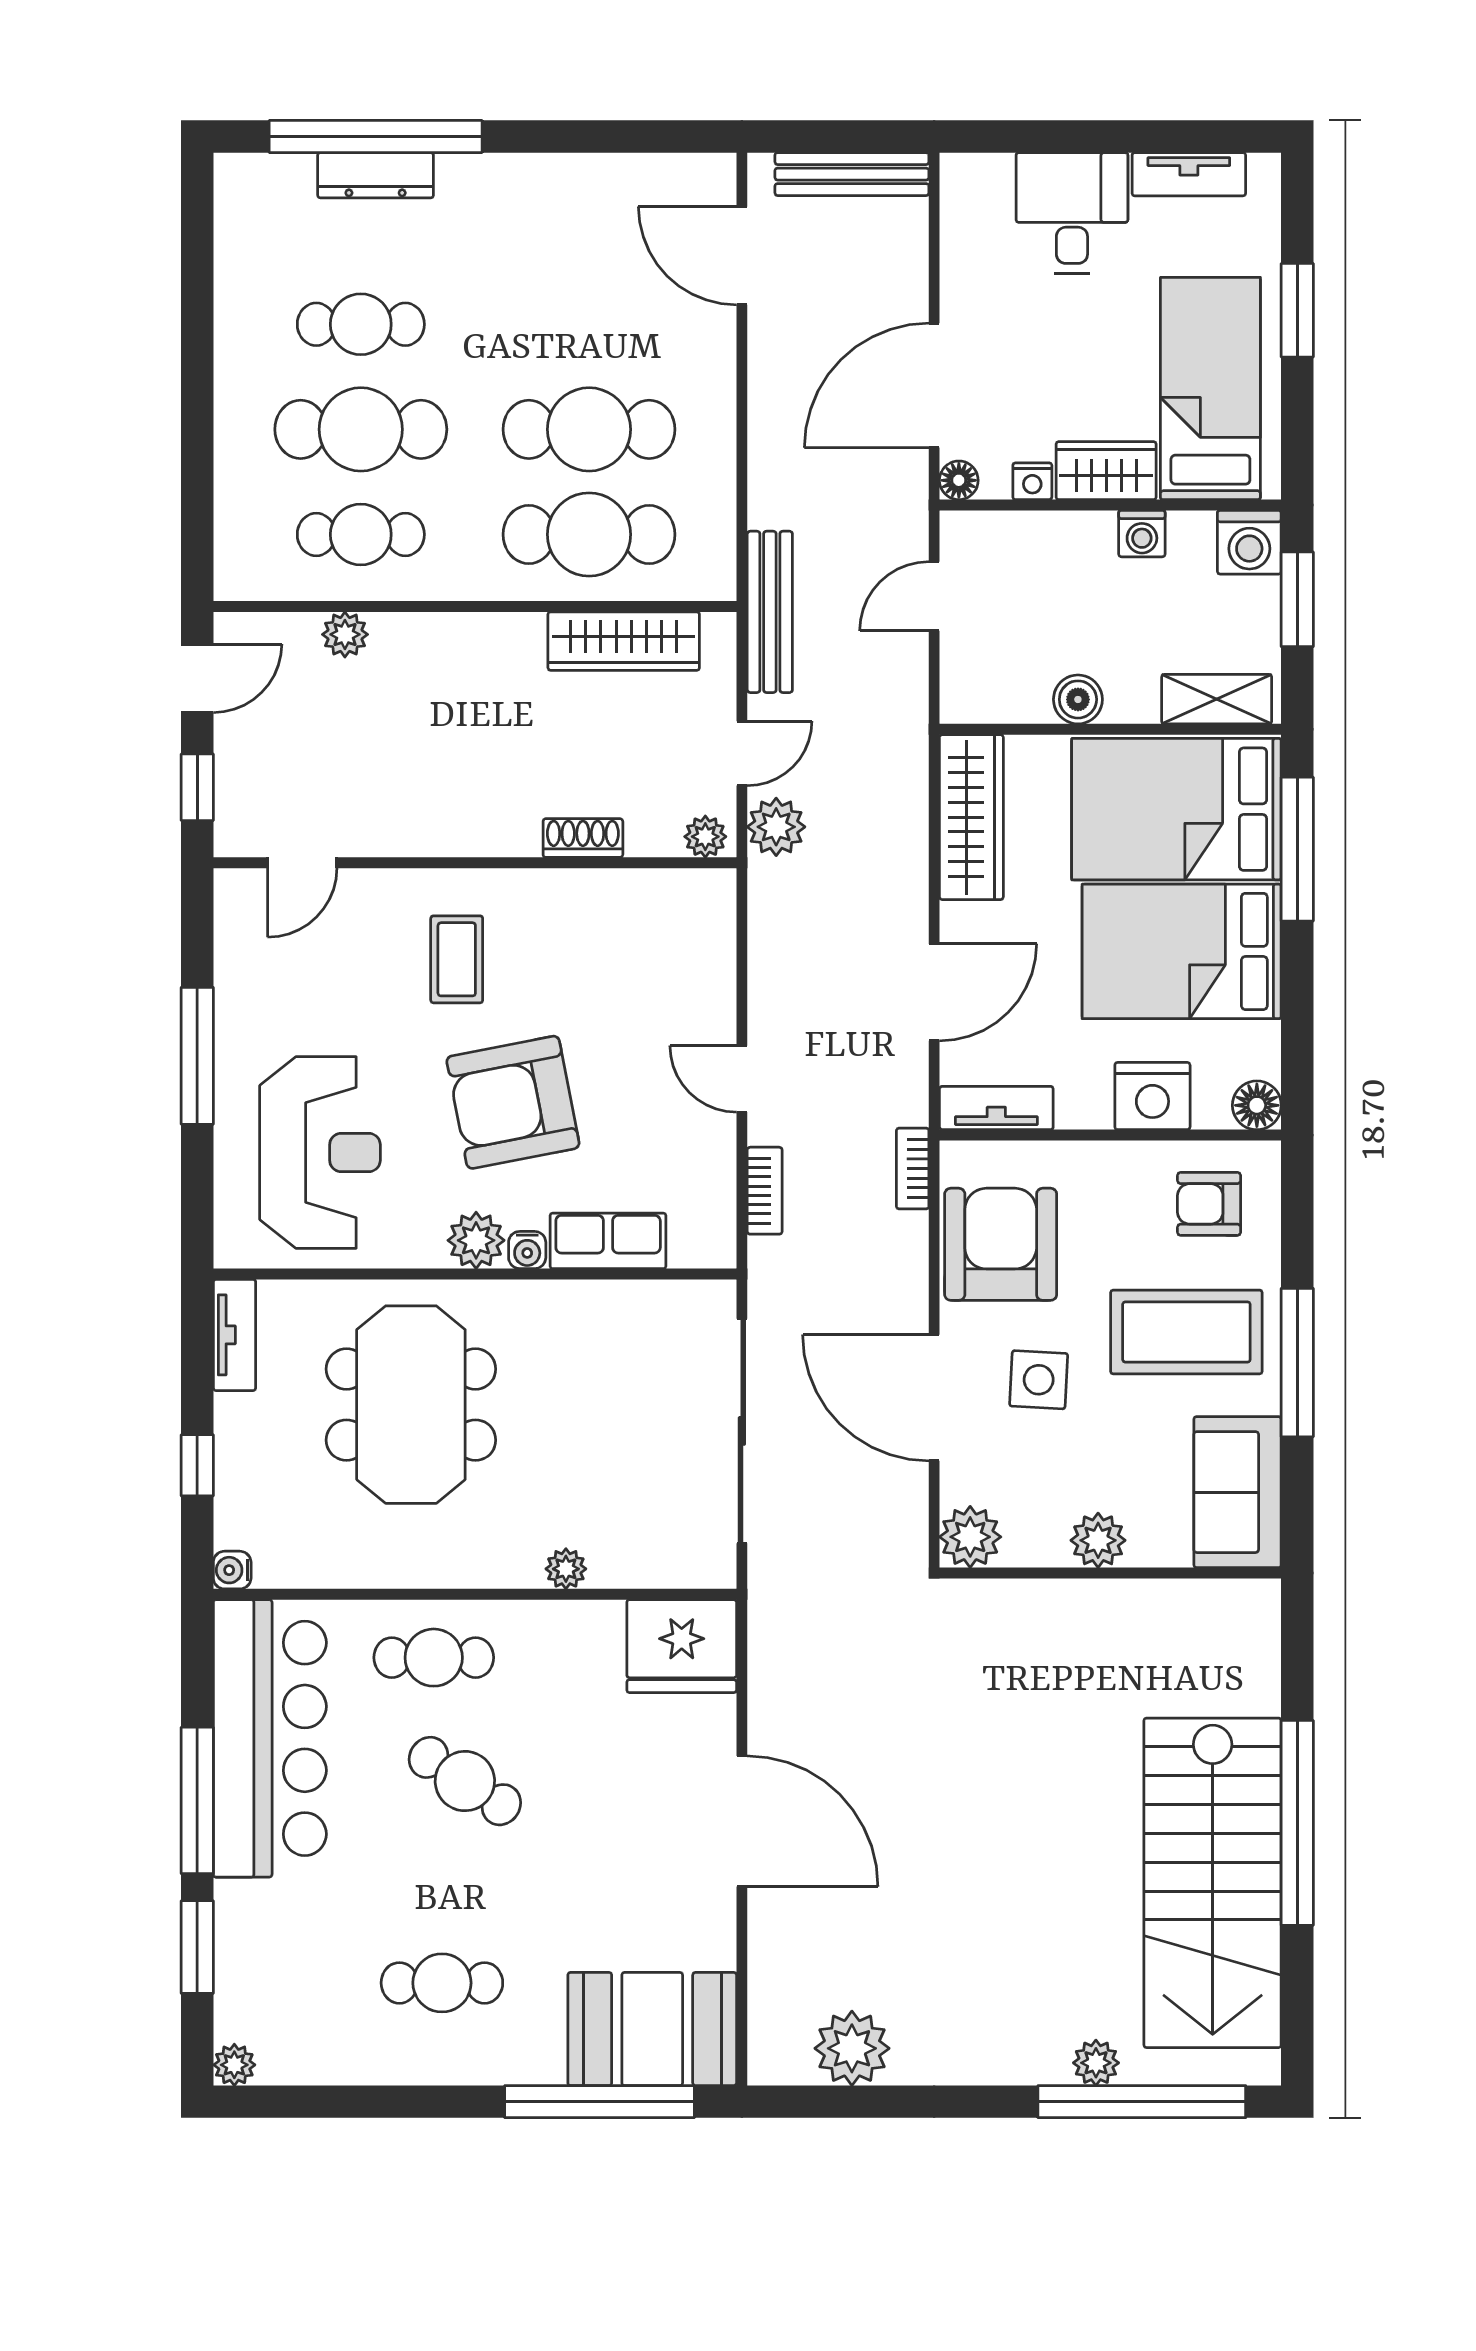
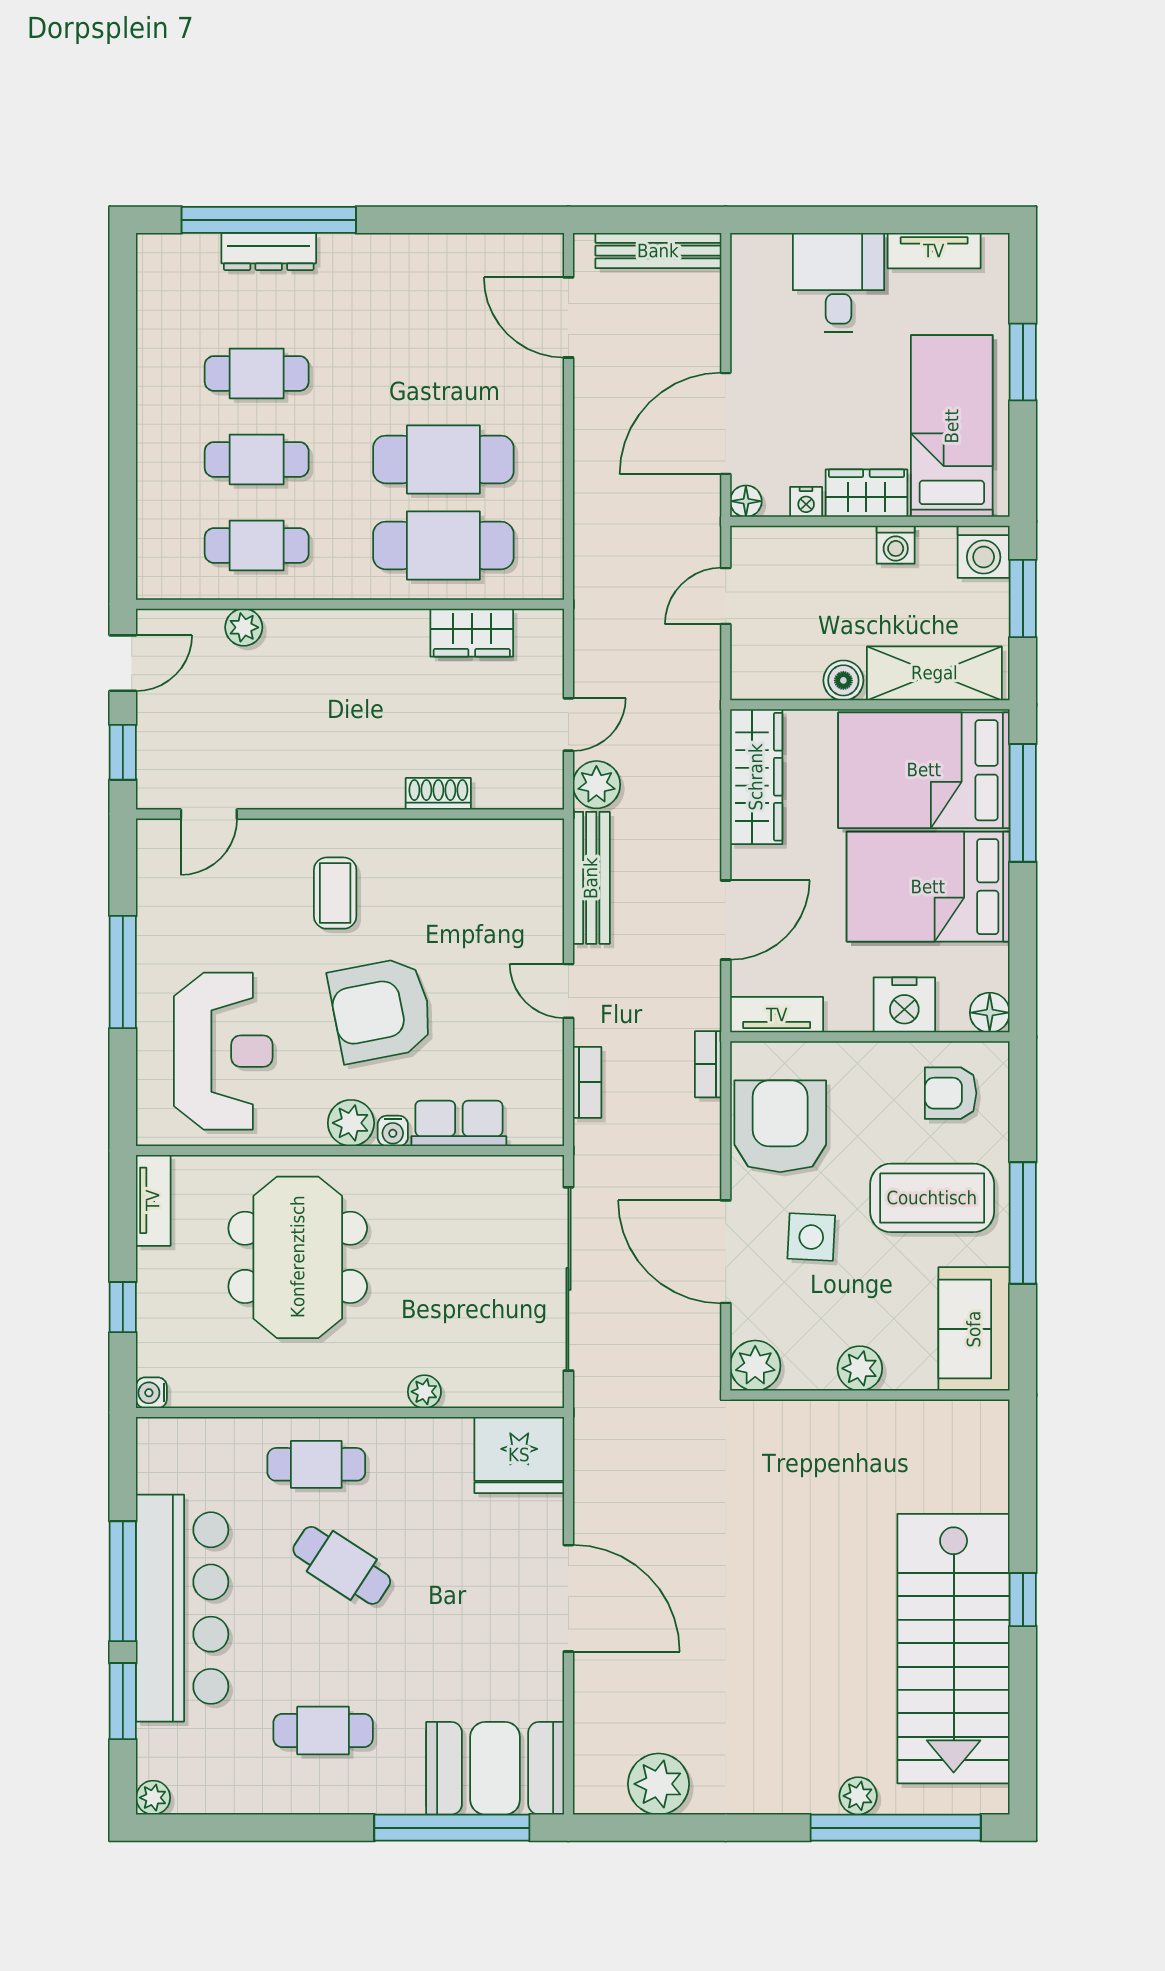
cafe table: (361, 429) -> (257, 459), width x0.73, depth x0.74
bench: (770, 612) -> (591, 878), moved
wardrobe: (624, 641) -> (472, 633), width x0.67
shelving: (1217, 699) -> (934, 673), width x1.50, depth x1.33
plant: (705, 837) -> (538, 793), removed
bar counter: (270, 1738) -> (182, 1608), moved
window: (1297, 1823) -> (1023, 1600), width x0.32

